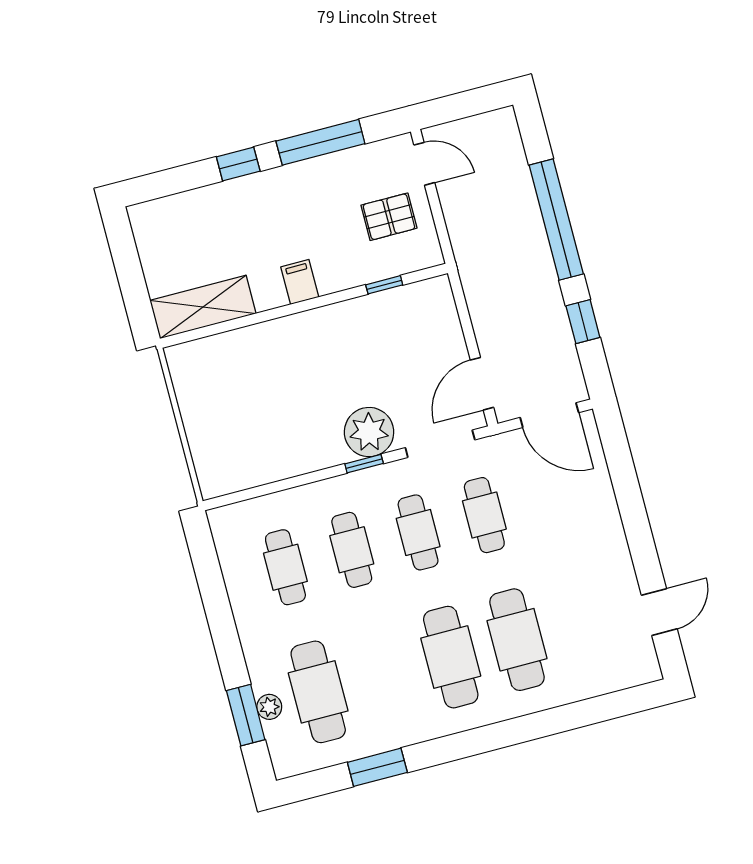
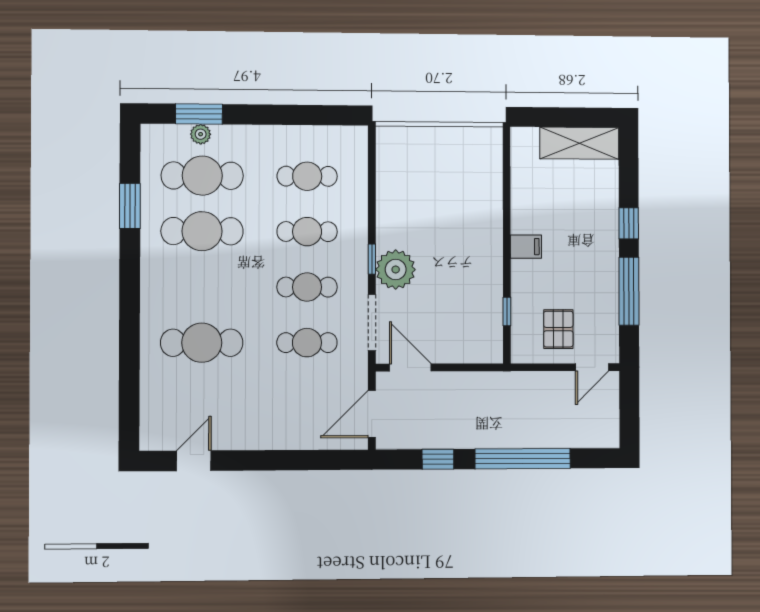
shelving: (203, 307) -> (579, 143), moved, turned 90
door: (659, 612) -> (194, 461), swing flipped
cafe table: (451, 657) -> (202, 231), moved

